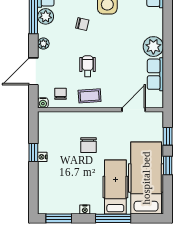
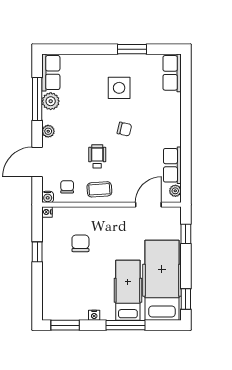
chair: (82, 24) -> (124, 129), moved
plant: (153, 47) -> (175, 191), moved, width x0.53, depth x0.53
chair: (88, 145) -> (80, 243), moved, turned 180
nightstand: (42, 157) -> (47, 212), moved
window: (168, 166) -> (186, 299), moved

